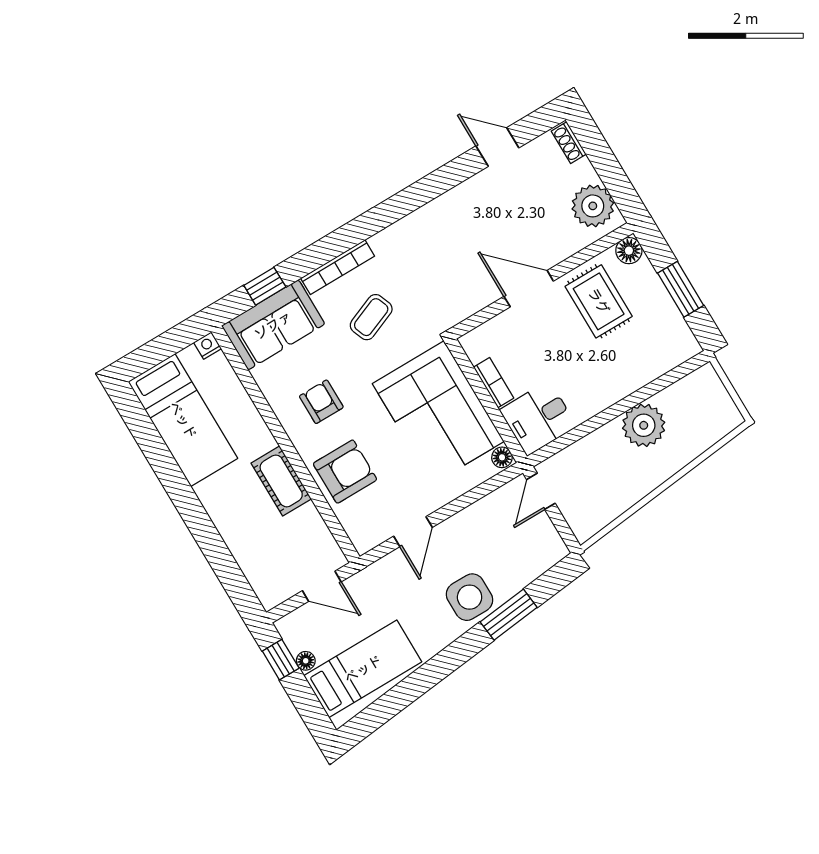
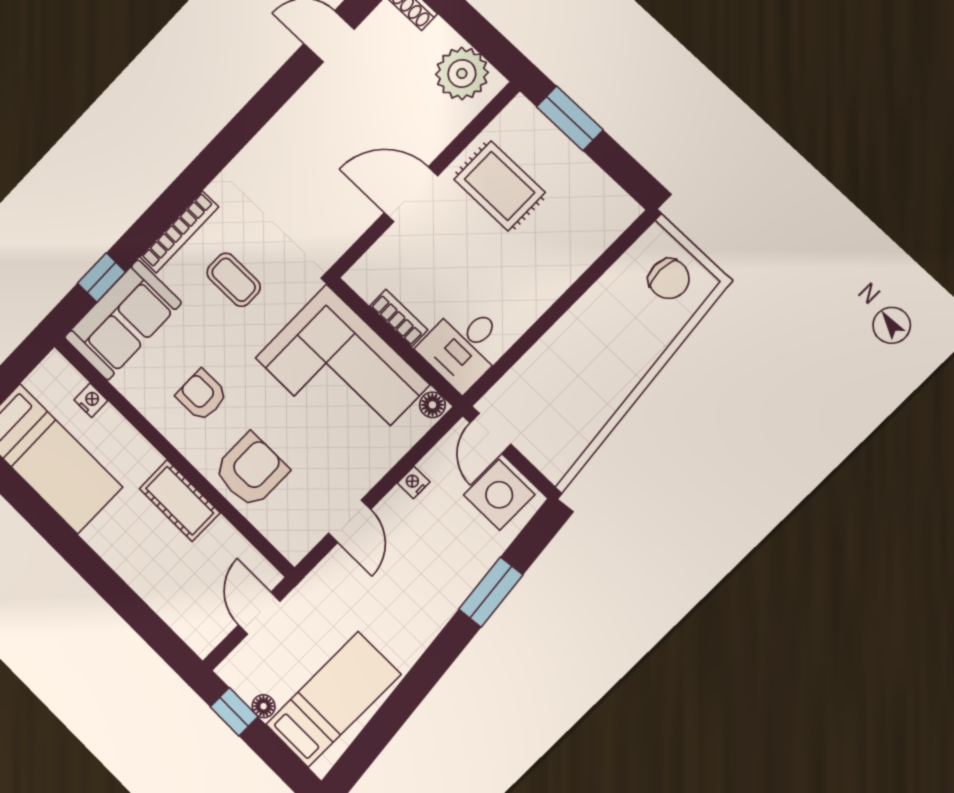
floor lamp: (629, 251) -> (520, 115), removed
window: (681, 289) -> (570, 118), moved
coffee table: (371, 317) -> (234, 280), turned -68
nightstand: (207, 345) -> (91, 400), moved, turned 90
chair: (708, 408) -> (669, 279), added
plant: (644, 425) -> (595, 321), removed
nightstand: (471, 514) -> (414, 482), added
door: (322, 586) -> (259, 613), swing flipped
side table: (470, 597) -> (499, 495), moved

